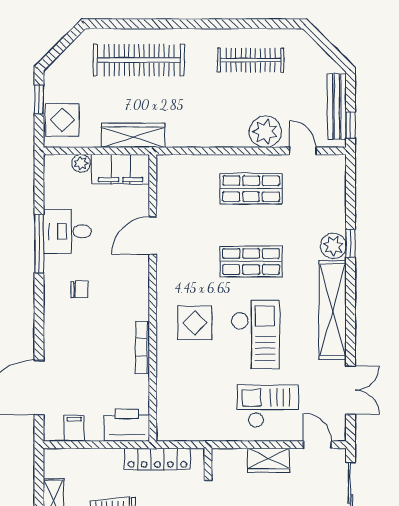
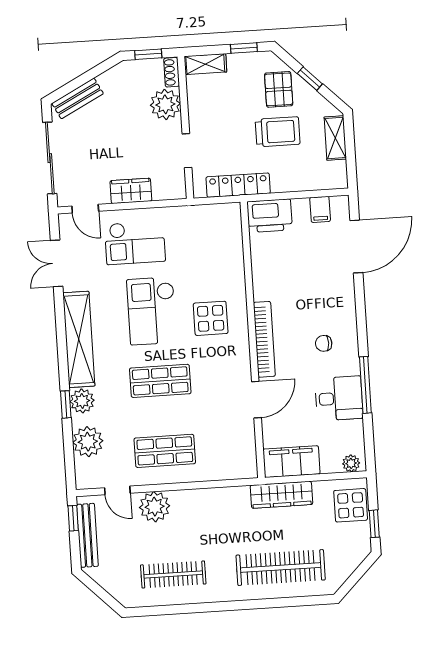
plant: (81, 163) -> (351, 463), moved
plant: (330, 203) -> (88, 442), added
bookcase: (143, 347) -> (264, 339), moved, width x1.48, depth x1.31

